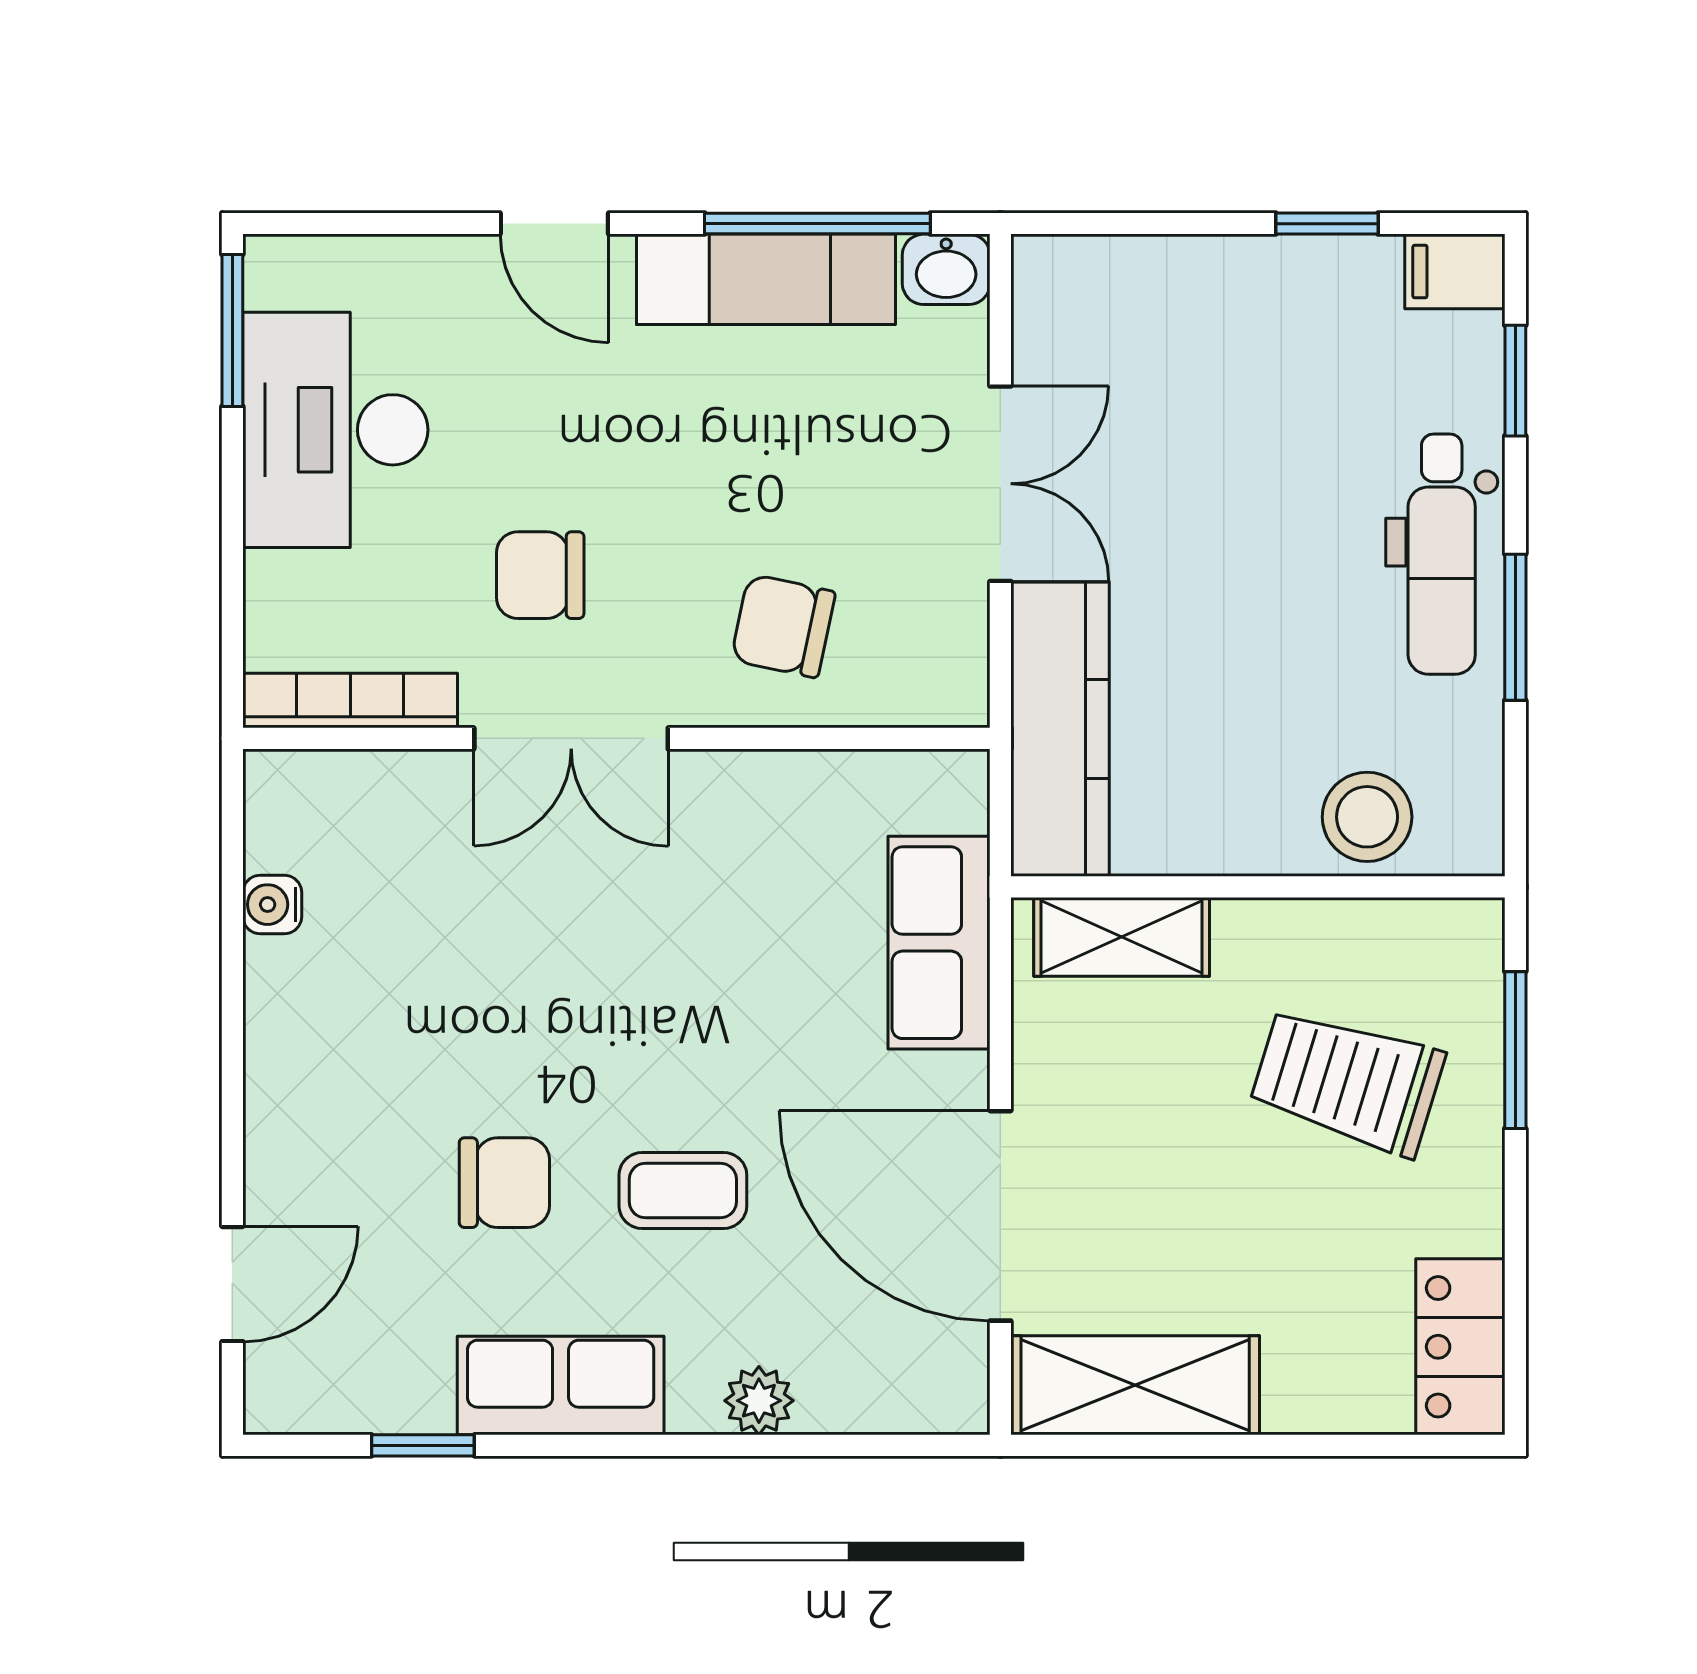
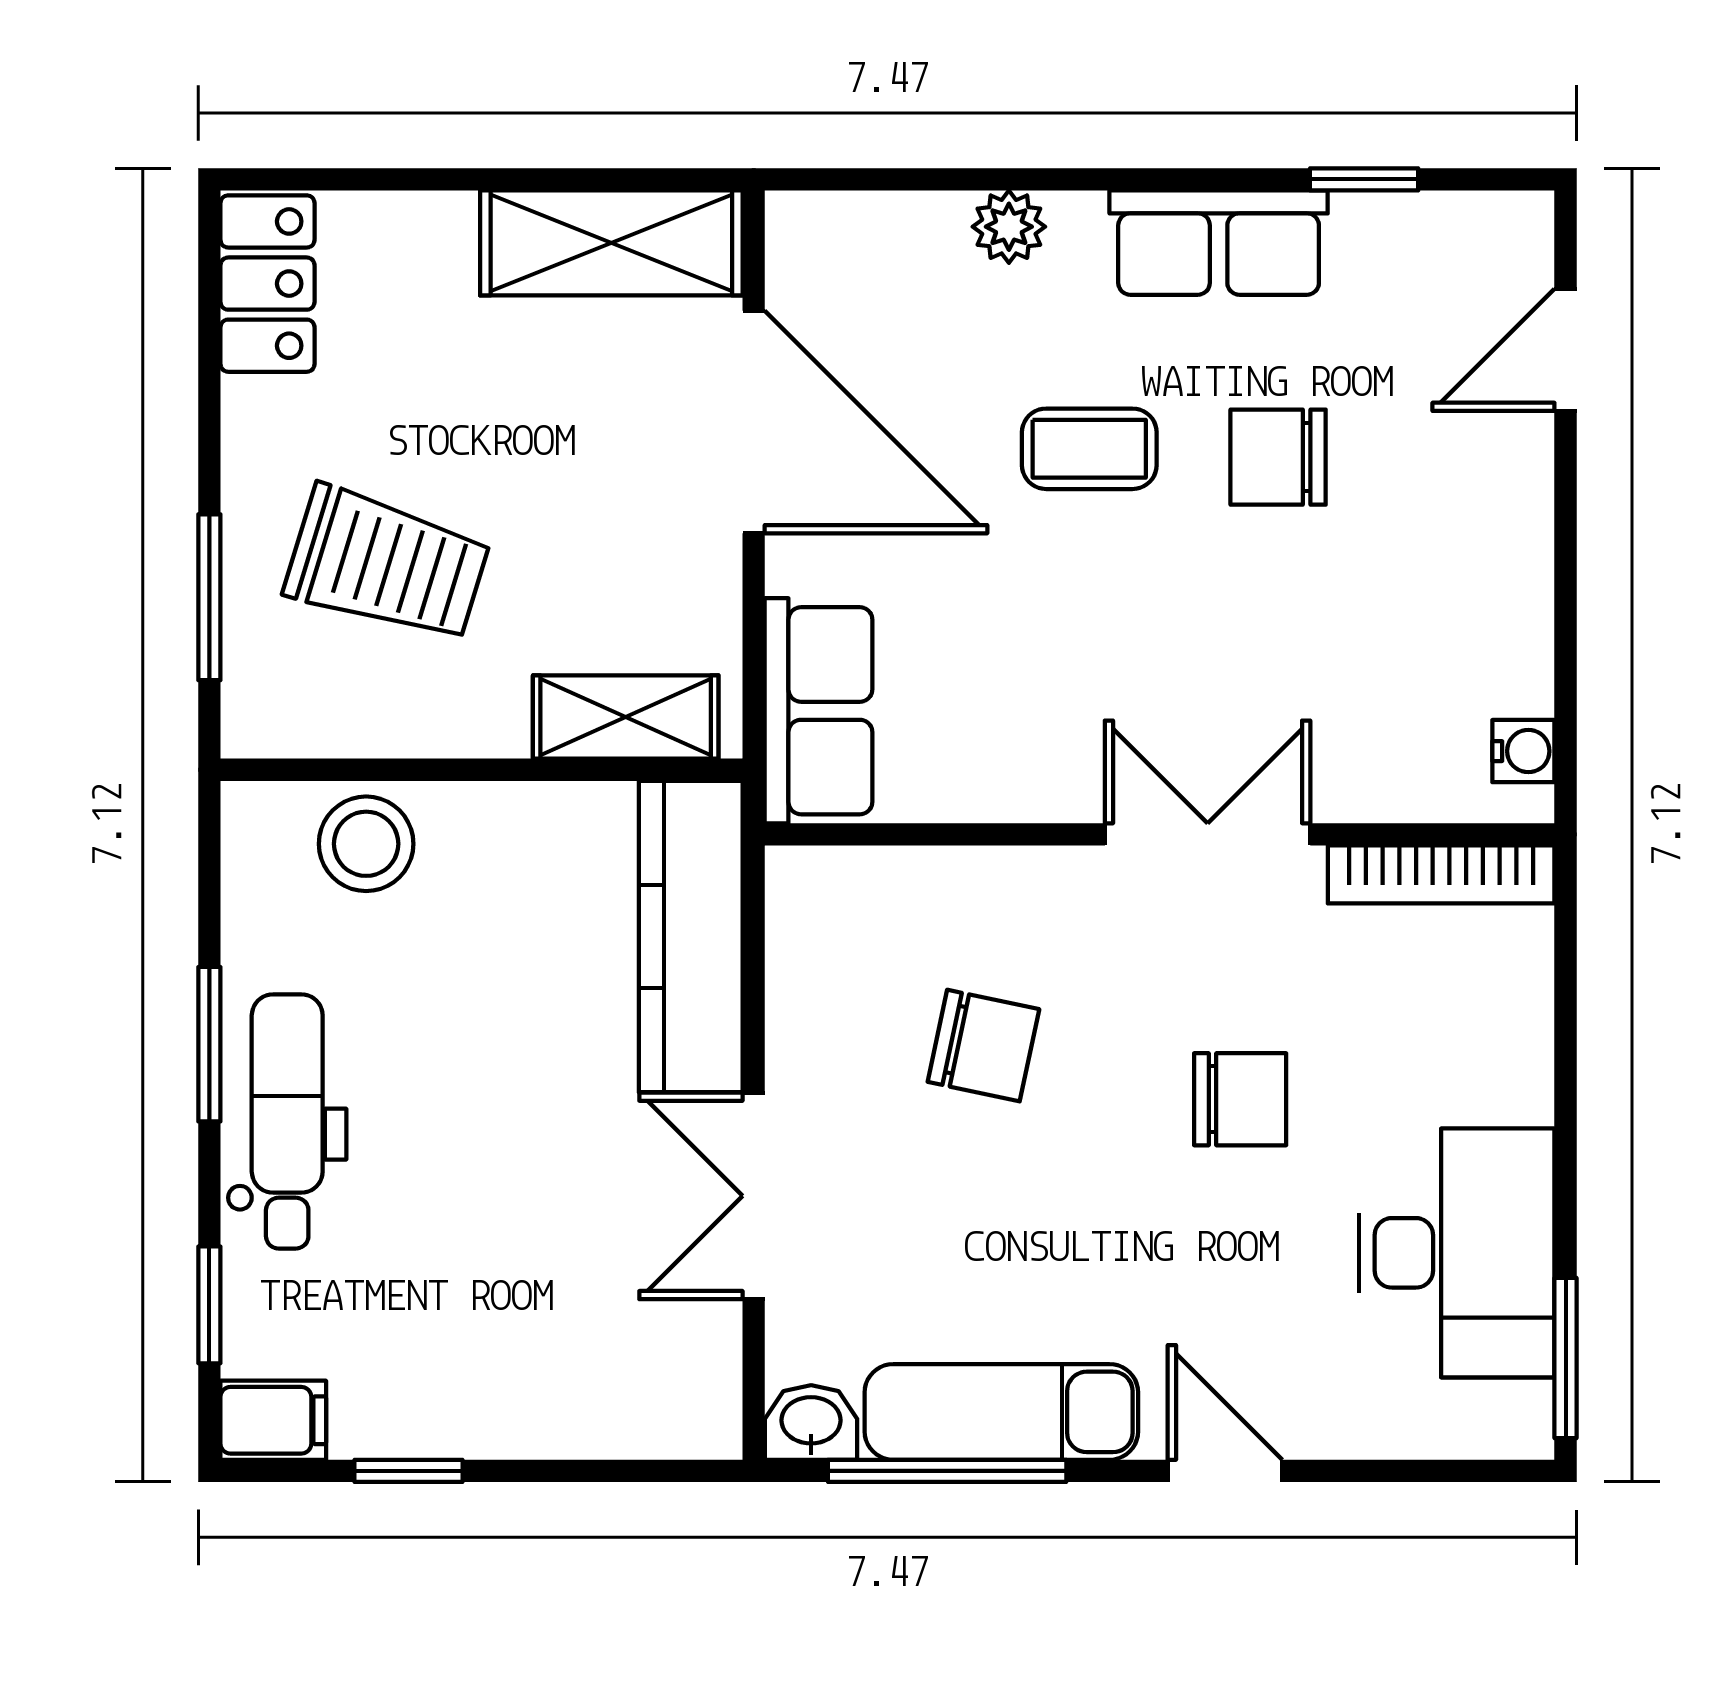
bookcase: (350, 701) -> (1441, 874), moved
double door: (571, 738) -> (1208, 834), moved
wall: (616, 738) -> (1160, 834), moved

